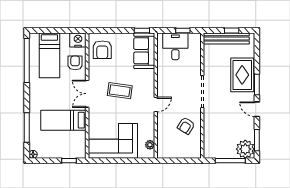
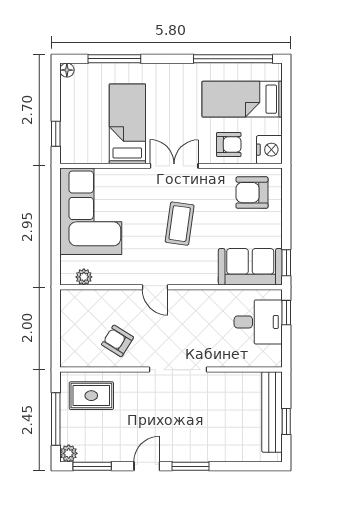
window: (183, 30) -> (286, 313), moved
rug: (242, 75) -> (91, 396), moved, width x0.73, depth x0.70
plant: (245, 149) -> (69, 453), width x0.53, depth x0.53

